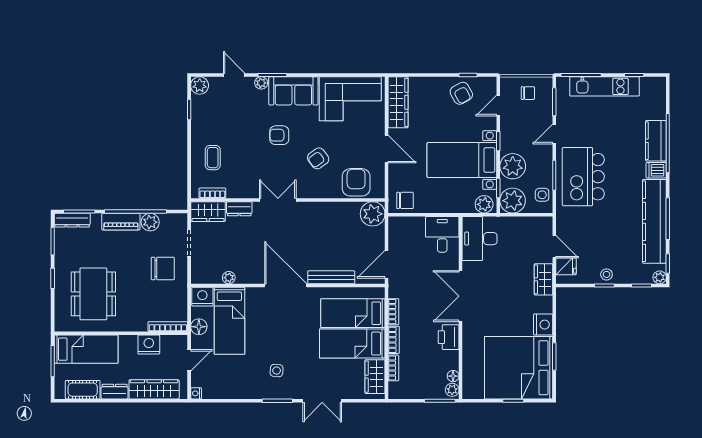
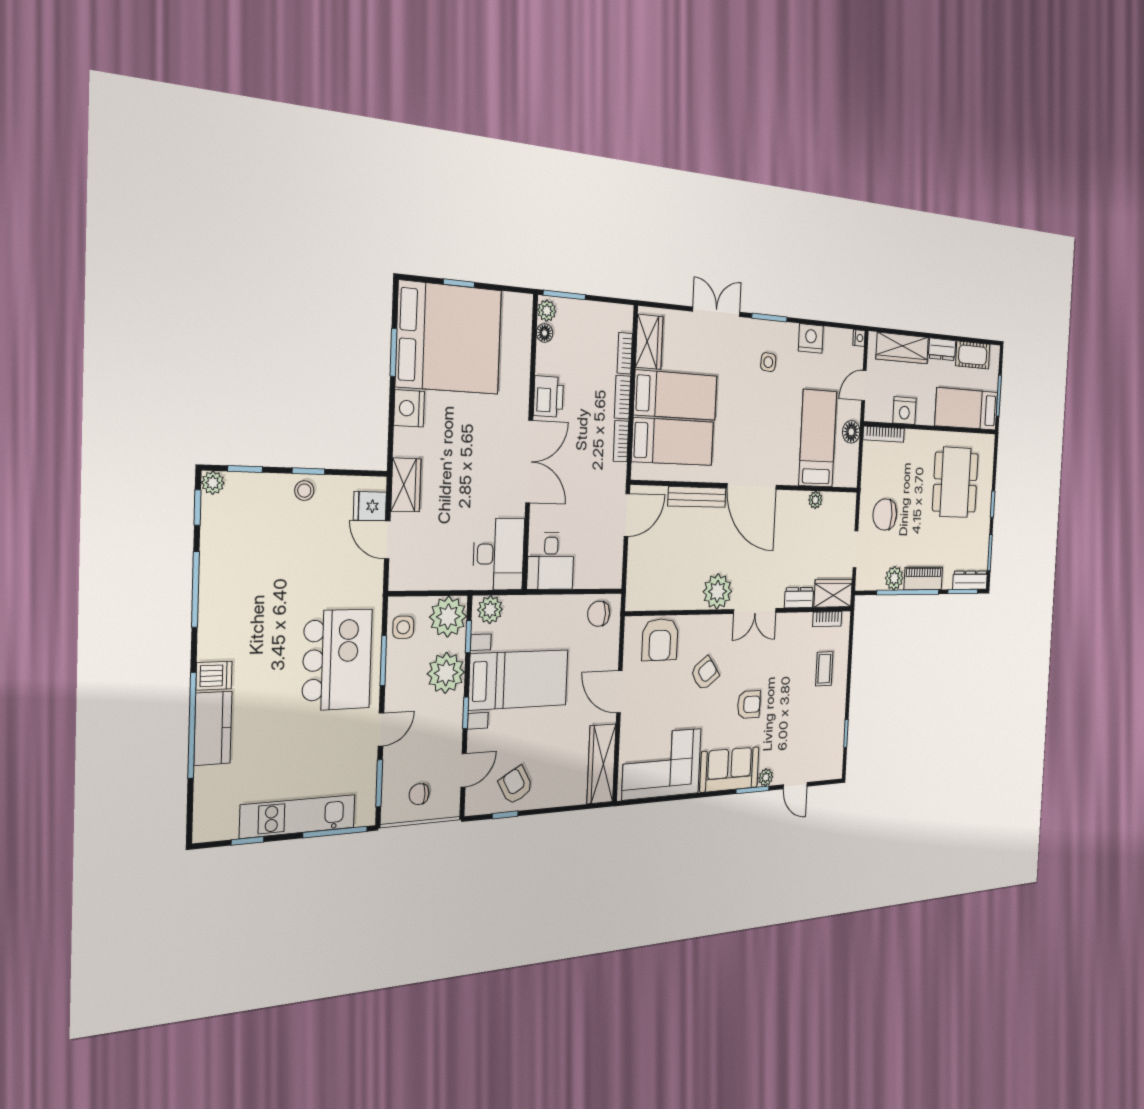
plant: (200, 85) -> (833, 767), removed
plant: (373, 214) -> (717, 591), moved
kitchen counter: (654, 221) -> (219, 584), removed
nightstand: (202, 297) -> (811, 338), moved, turned 180

